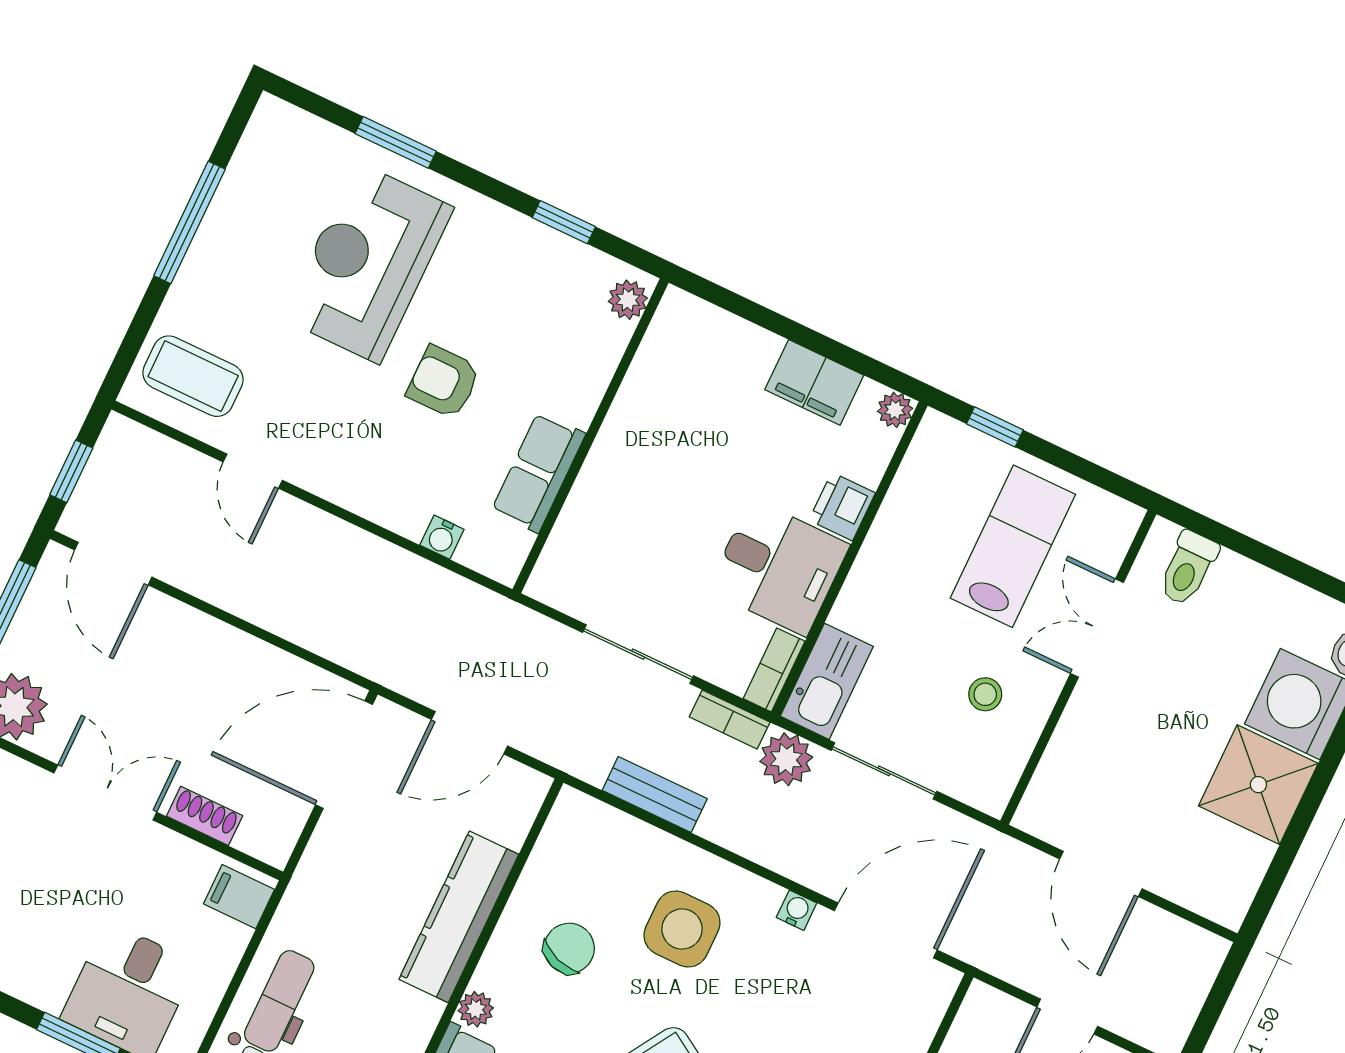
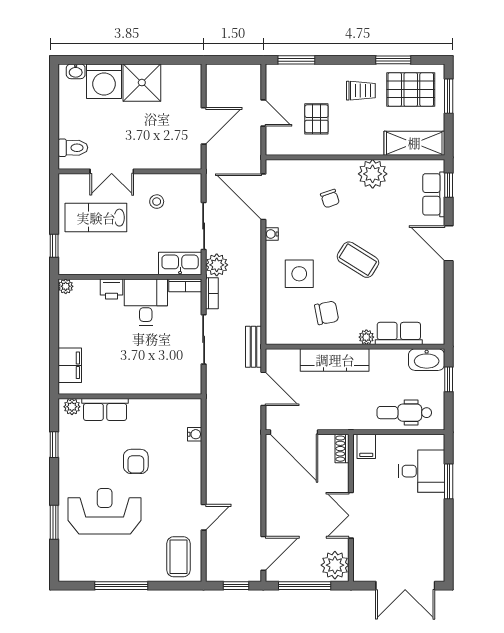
reception desk: (368, 263) -> (105, 511), turned 180
filing cabinet: (814, 382) -> (70, 365), moved
row of seats: (538, 472) -> (105, 409), moved
bench: (655, 795) -> (253, 347), moved
shoe rack: (205, 816) -> (342, 449), moved
chair: (569, 948) -> (327, 313), turned 150

